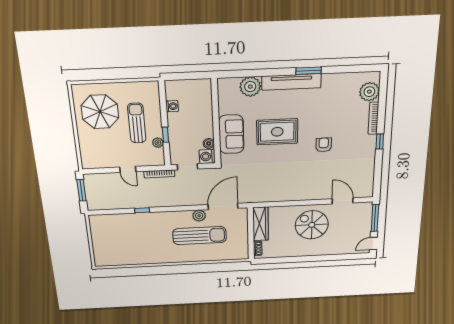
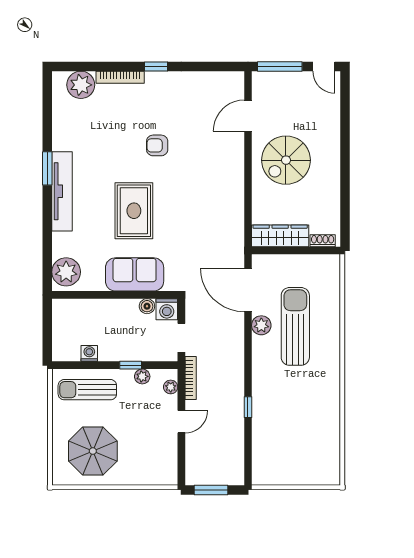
plant: (250, 87) -> (66, 272), moved
sun lounger: (137, 123) -> (87, 390), moved
plant: (152, 161) -> (171, 387), added

